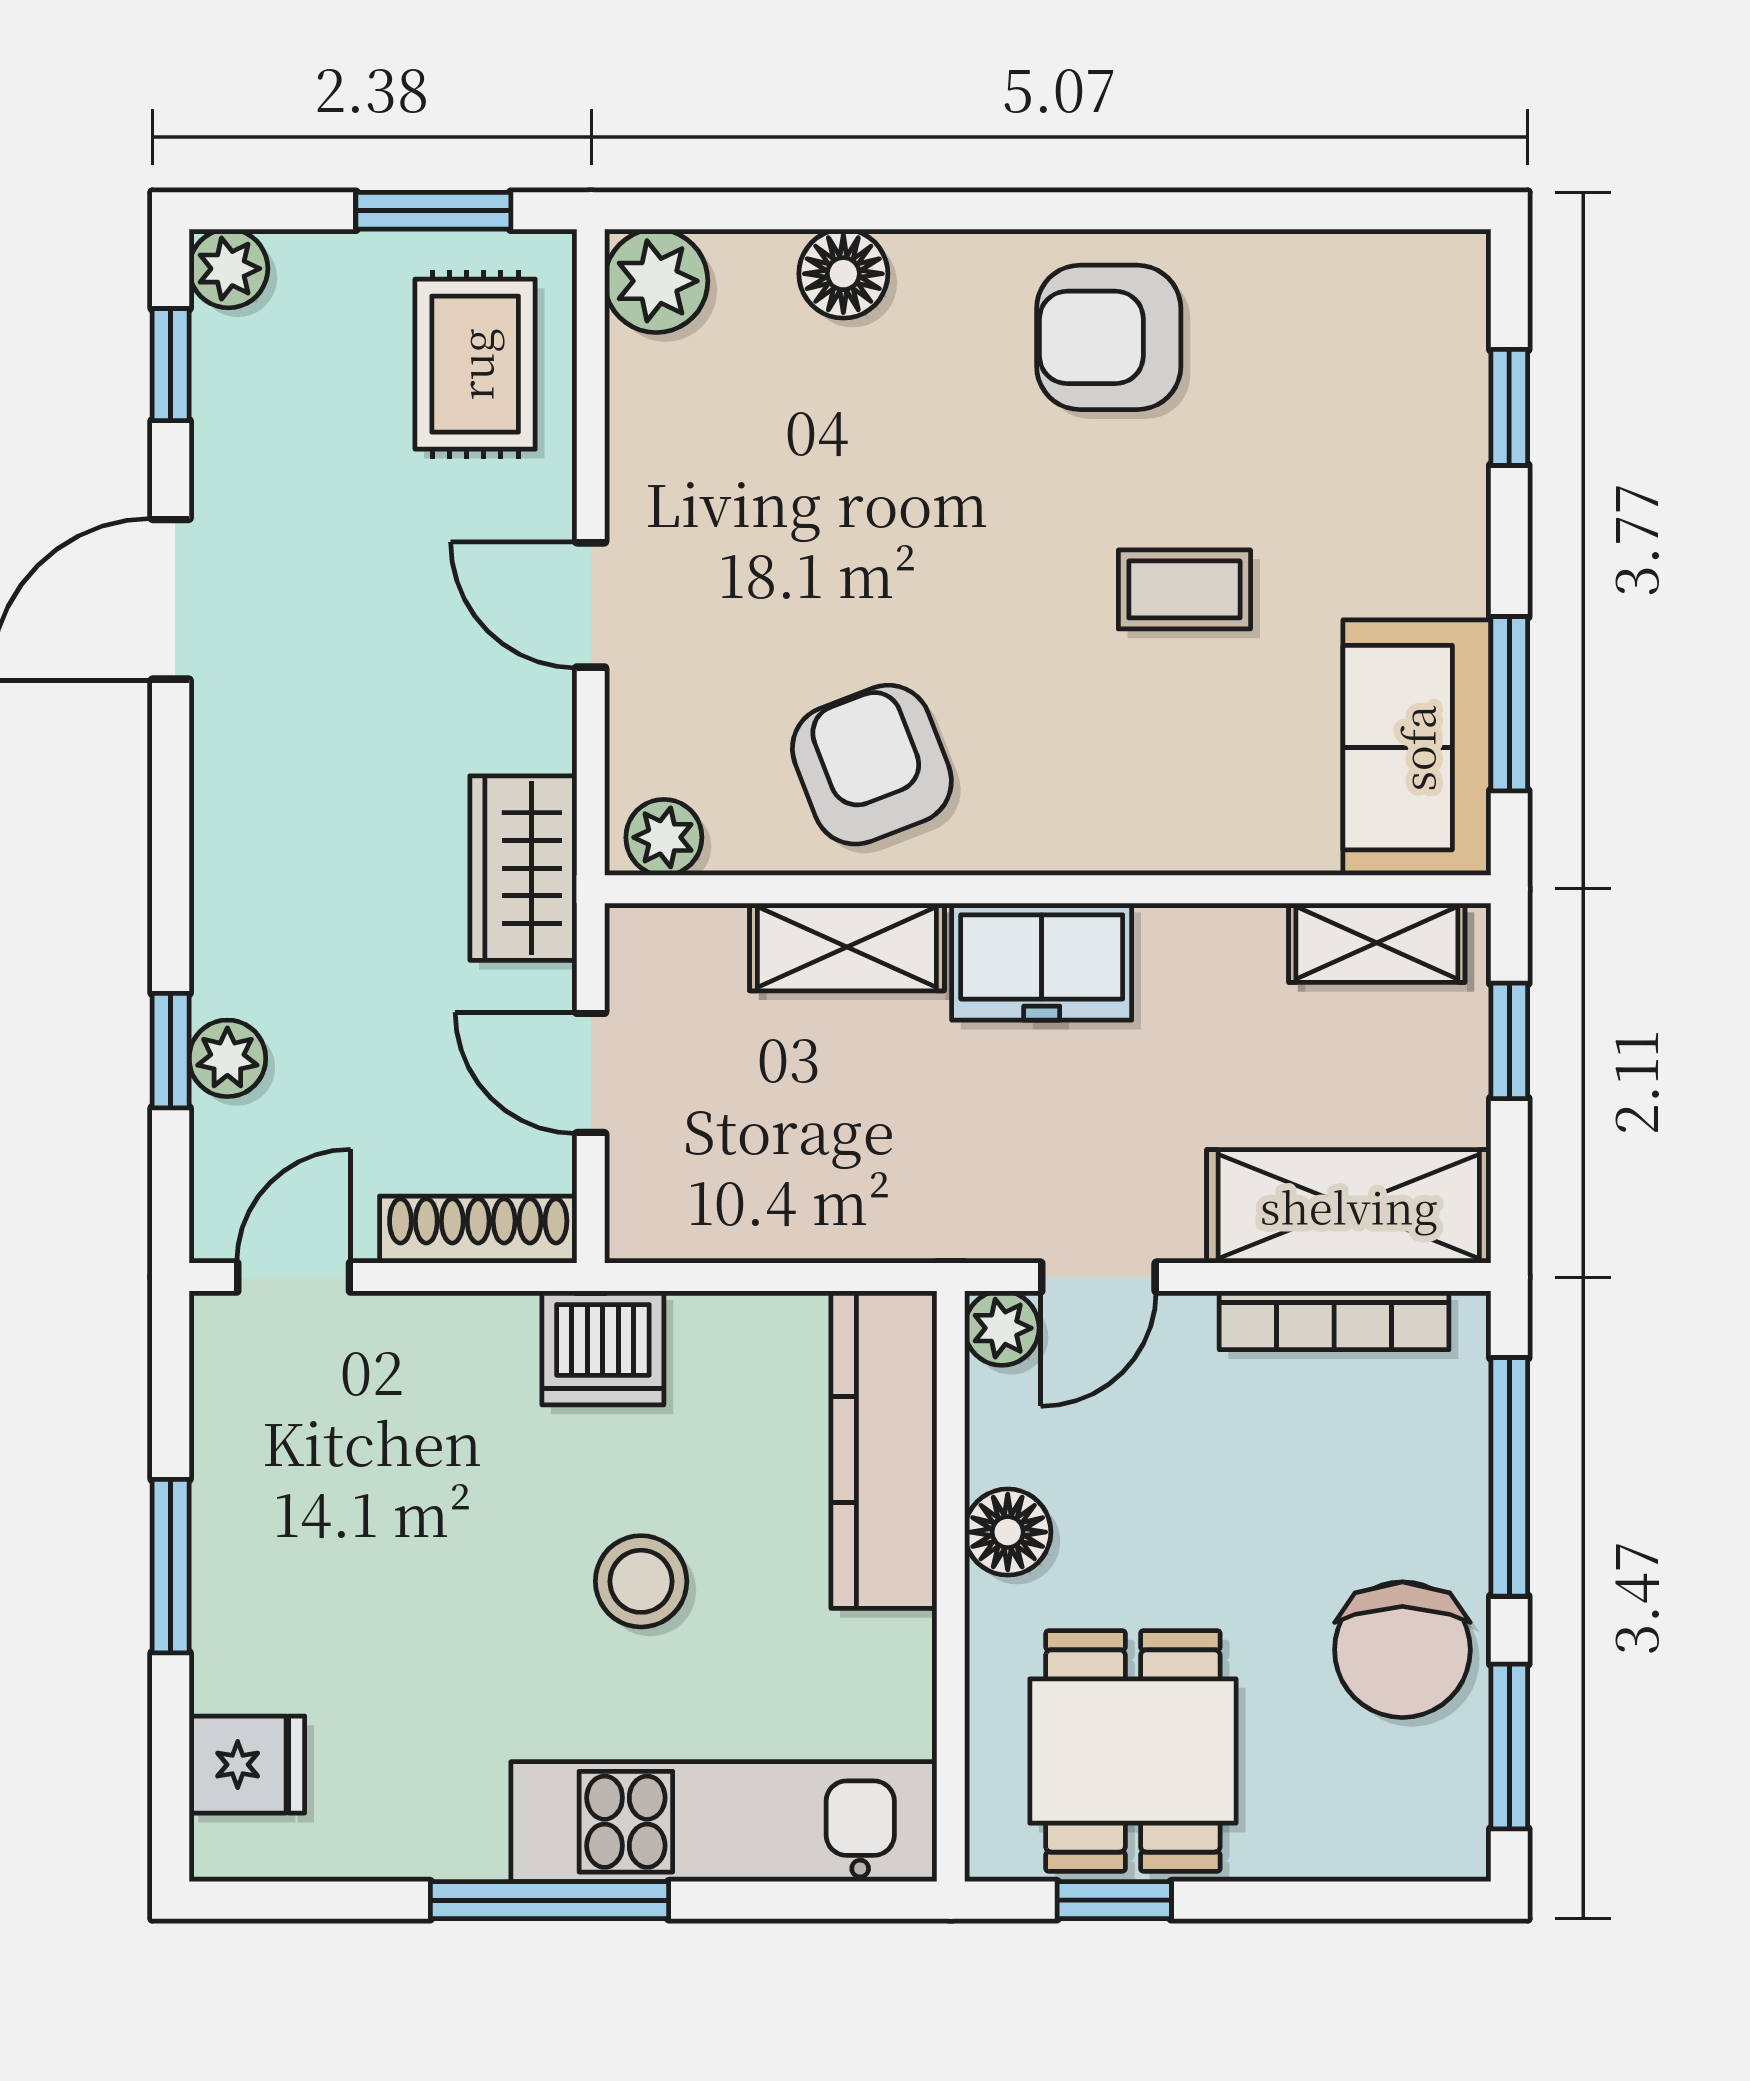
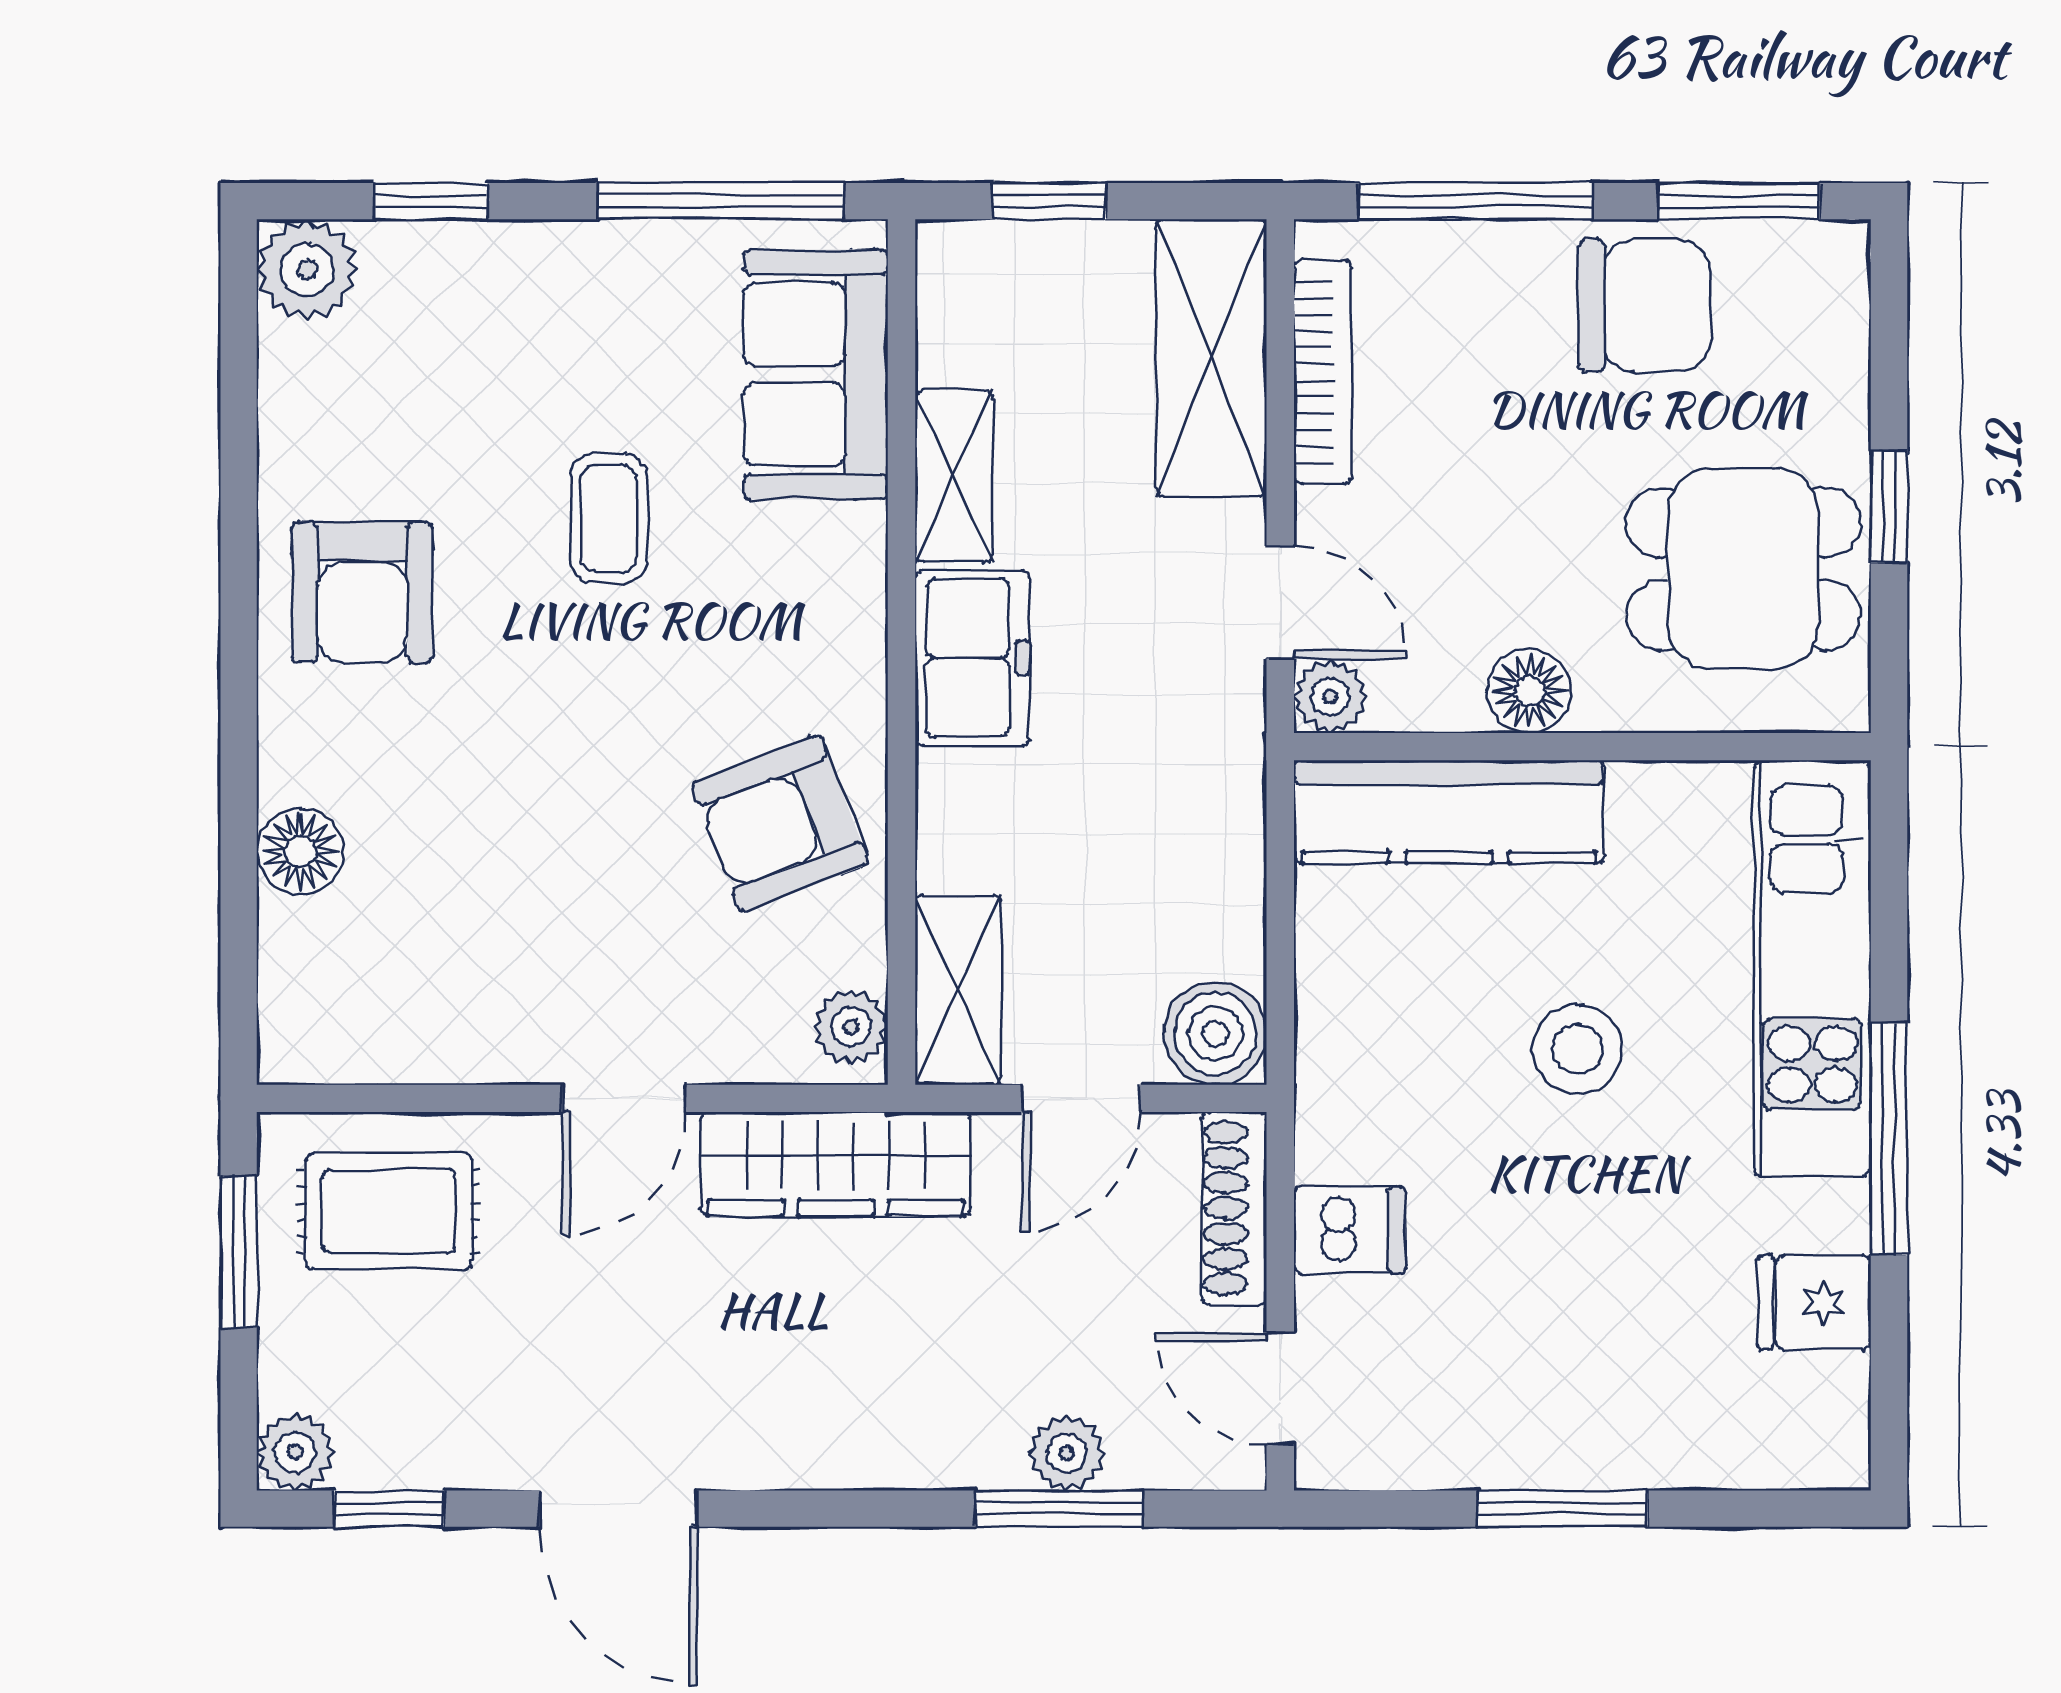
plant: (656, 281) -> (307, 270), moved
window: (1509, 704) -> (720, 201), width x1.44
sofa: (1417, 748) -> (816, 374), moved, turned 90
wardrobe: (523, 868) -> (836, 1164), width x1.50
shelving: (1377, 943) -> (954, 477), moved
shelving: (847, 947) -> (958, 990), moved
window: (171, 1051) -> (1059, 1509), width x1.50
boiler: (657, 1210) -> (1215, 1033), added
dishwasher: (603, 1348) -> (1350, 1230), moved, width x0.73
fridge: (247, 1765) -> (1814, 1303), moved, turned -90
window: (1114, 1900) -> (1889, 507), moved

